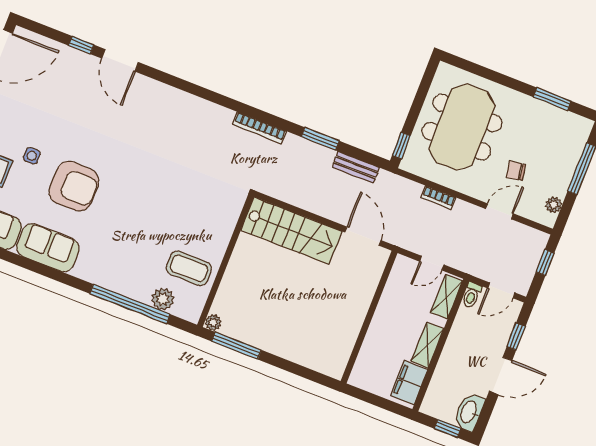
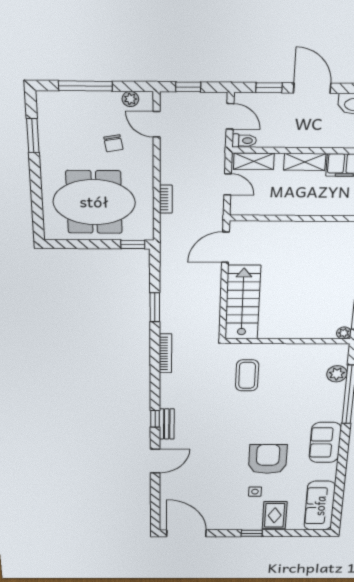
window: (81, 45) -> (155, 419), moved
bench: (356, 167) -> (167, 424), moved
door: (499, 211) -> (157, 124), moved
sofa: (48, 248) -> (325, 442), moved
coffee table: (189, 268) -> (247, 375), moved

